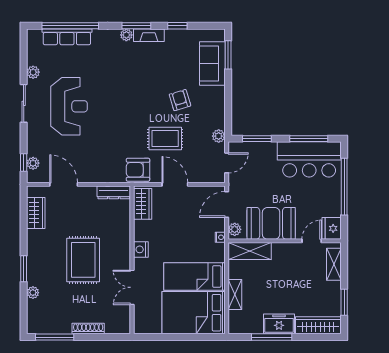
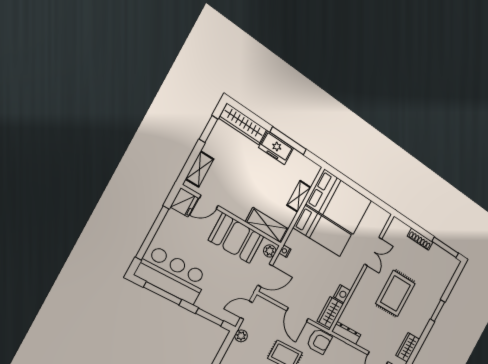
nightstand: (141, 249) -> (342, 294), moved
plant: (33, 293) -> (441, 289), removed

